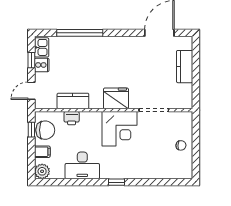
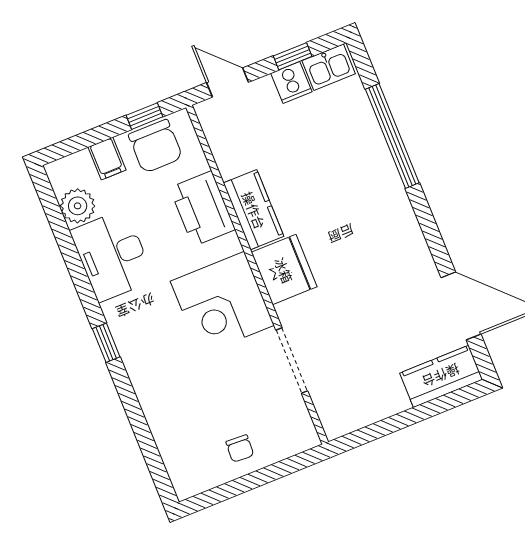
kitchen counter: (185, 67) -> (441, 376), moved
kitchen counter: (73, 101) -> (254, 210), moved
printer: (72, 118) -> (202, 209), width x1.87, depth x1.48
plant: (42, 171) -> (78, 206), moved

